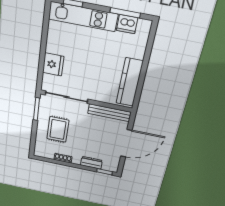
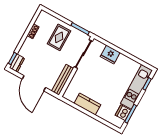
kitchen counter: (129, 82) -> (87, 104), width x0.67
rug: (58, 130) -> (59, 37), turned 90
dresser: (91, 163) -> (17, 63), moved

